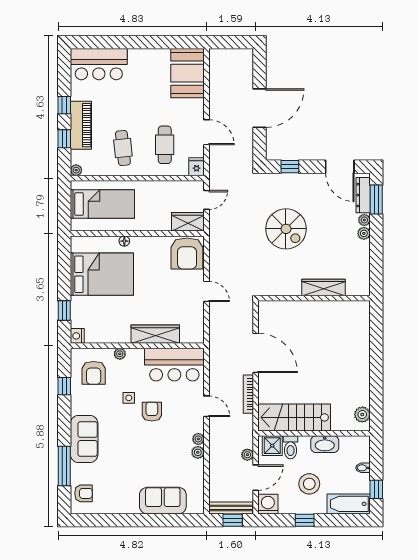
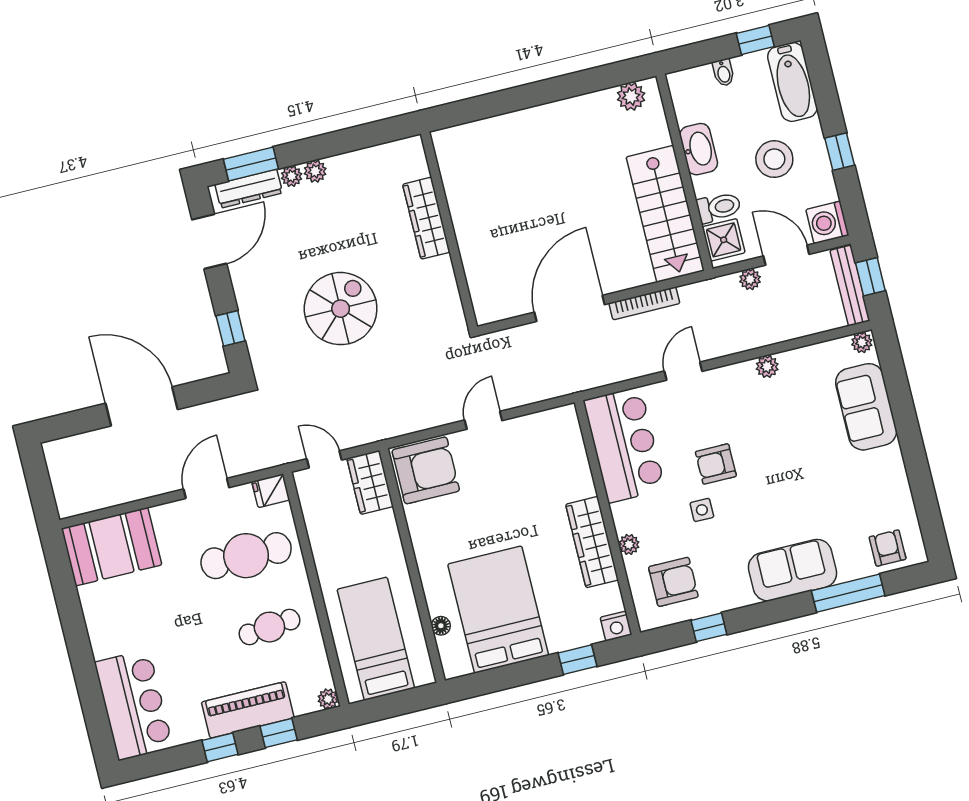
cafe table: (165, 145) -> (246, 556), width x1.37, depth x1.35
floor lamp: (124, 241) -> (441, 626), moved
wardrobe: (155, 334) -> (592, 542), moved
plant: (198, 439) -> (862, 342), moved

